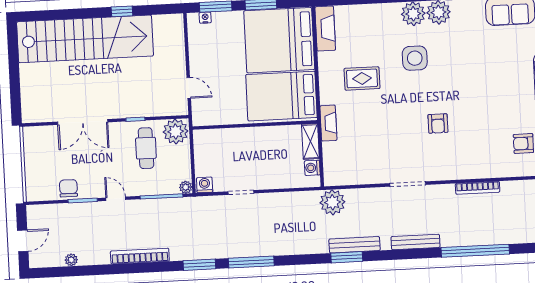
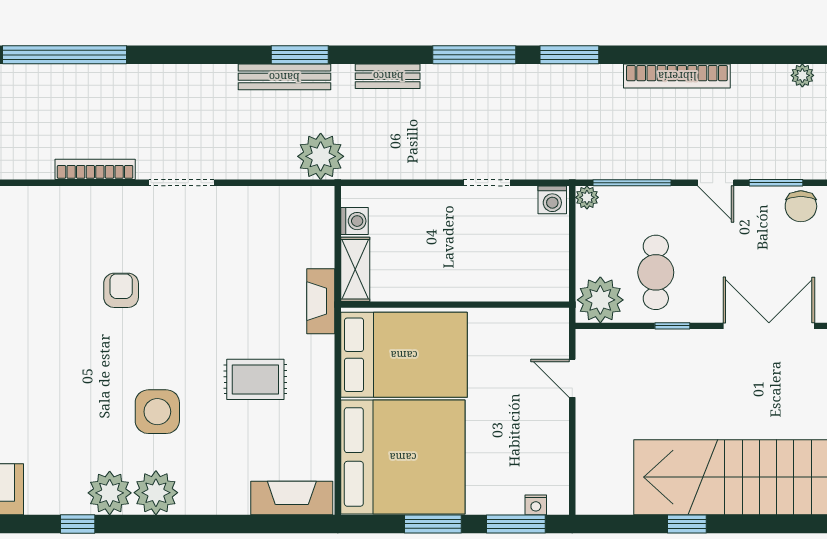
fireplace: (325, 28) -> (292, 498), moved, turned 90
bookcase: (478, 188) -> (95, 169), moved
bench: (416, 242) -> (388, 76), moved, width x0.73

